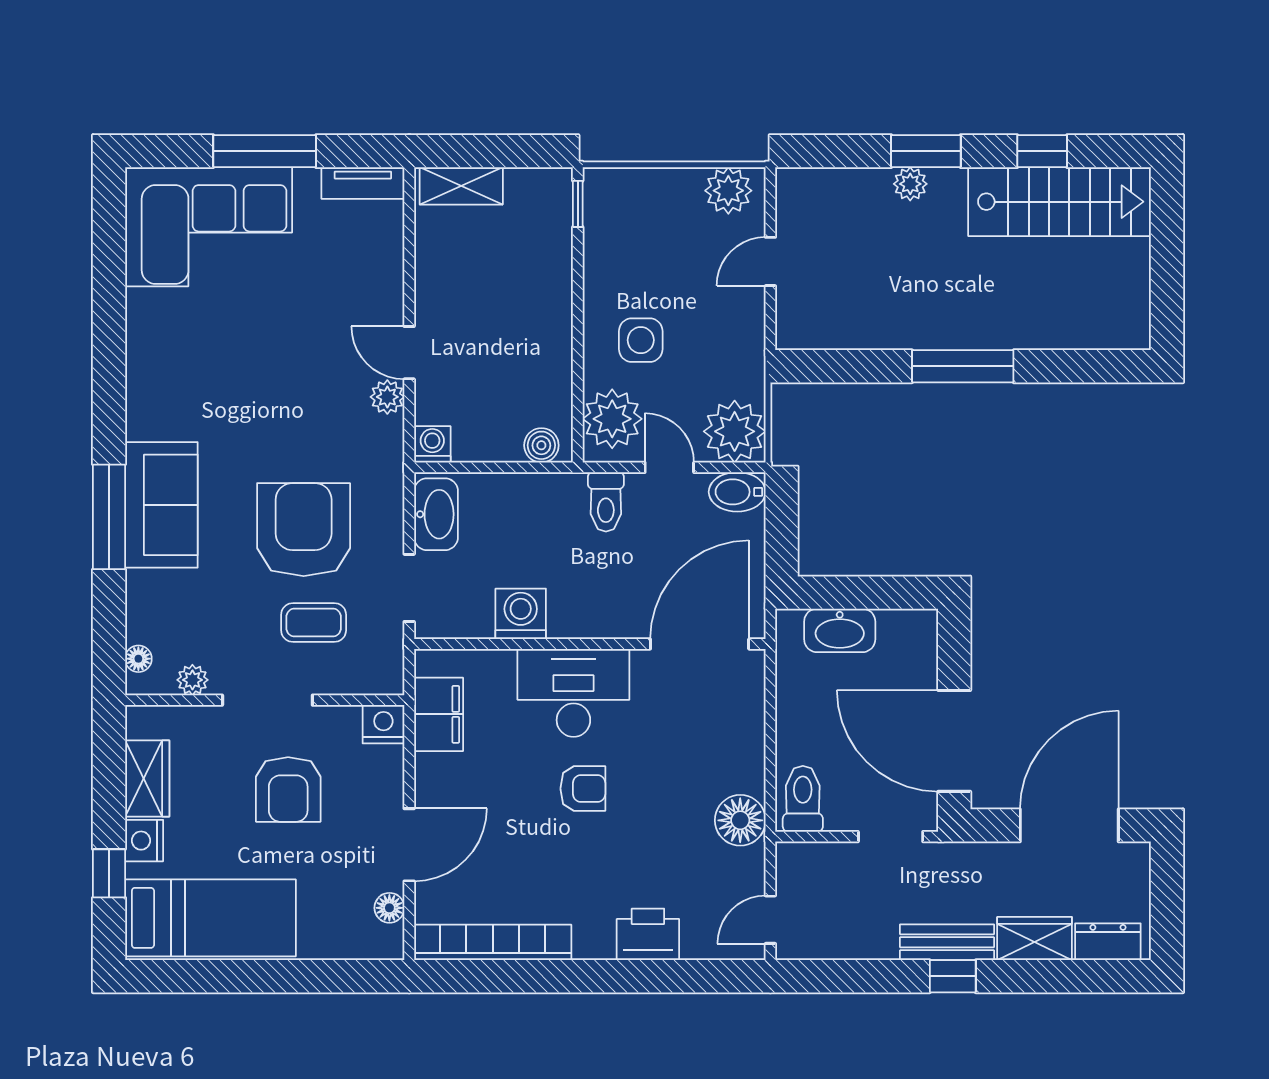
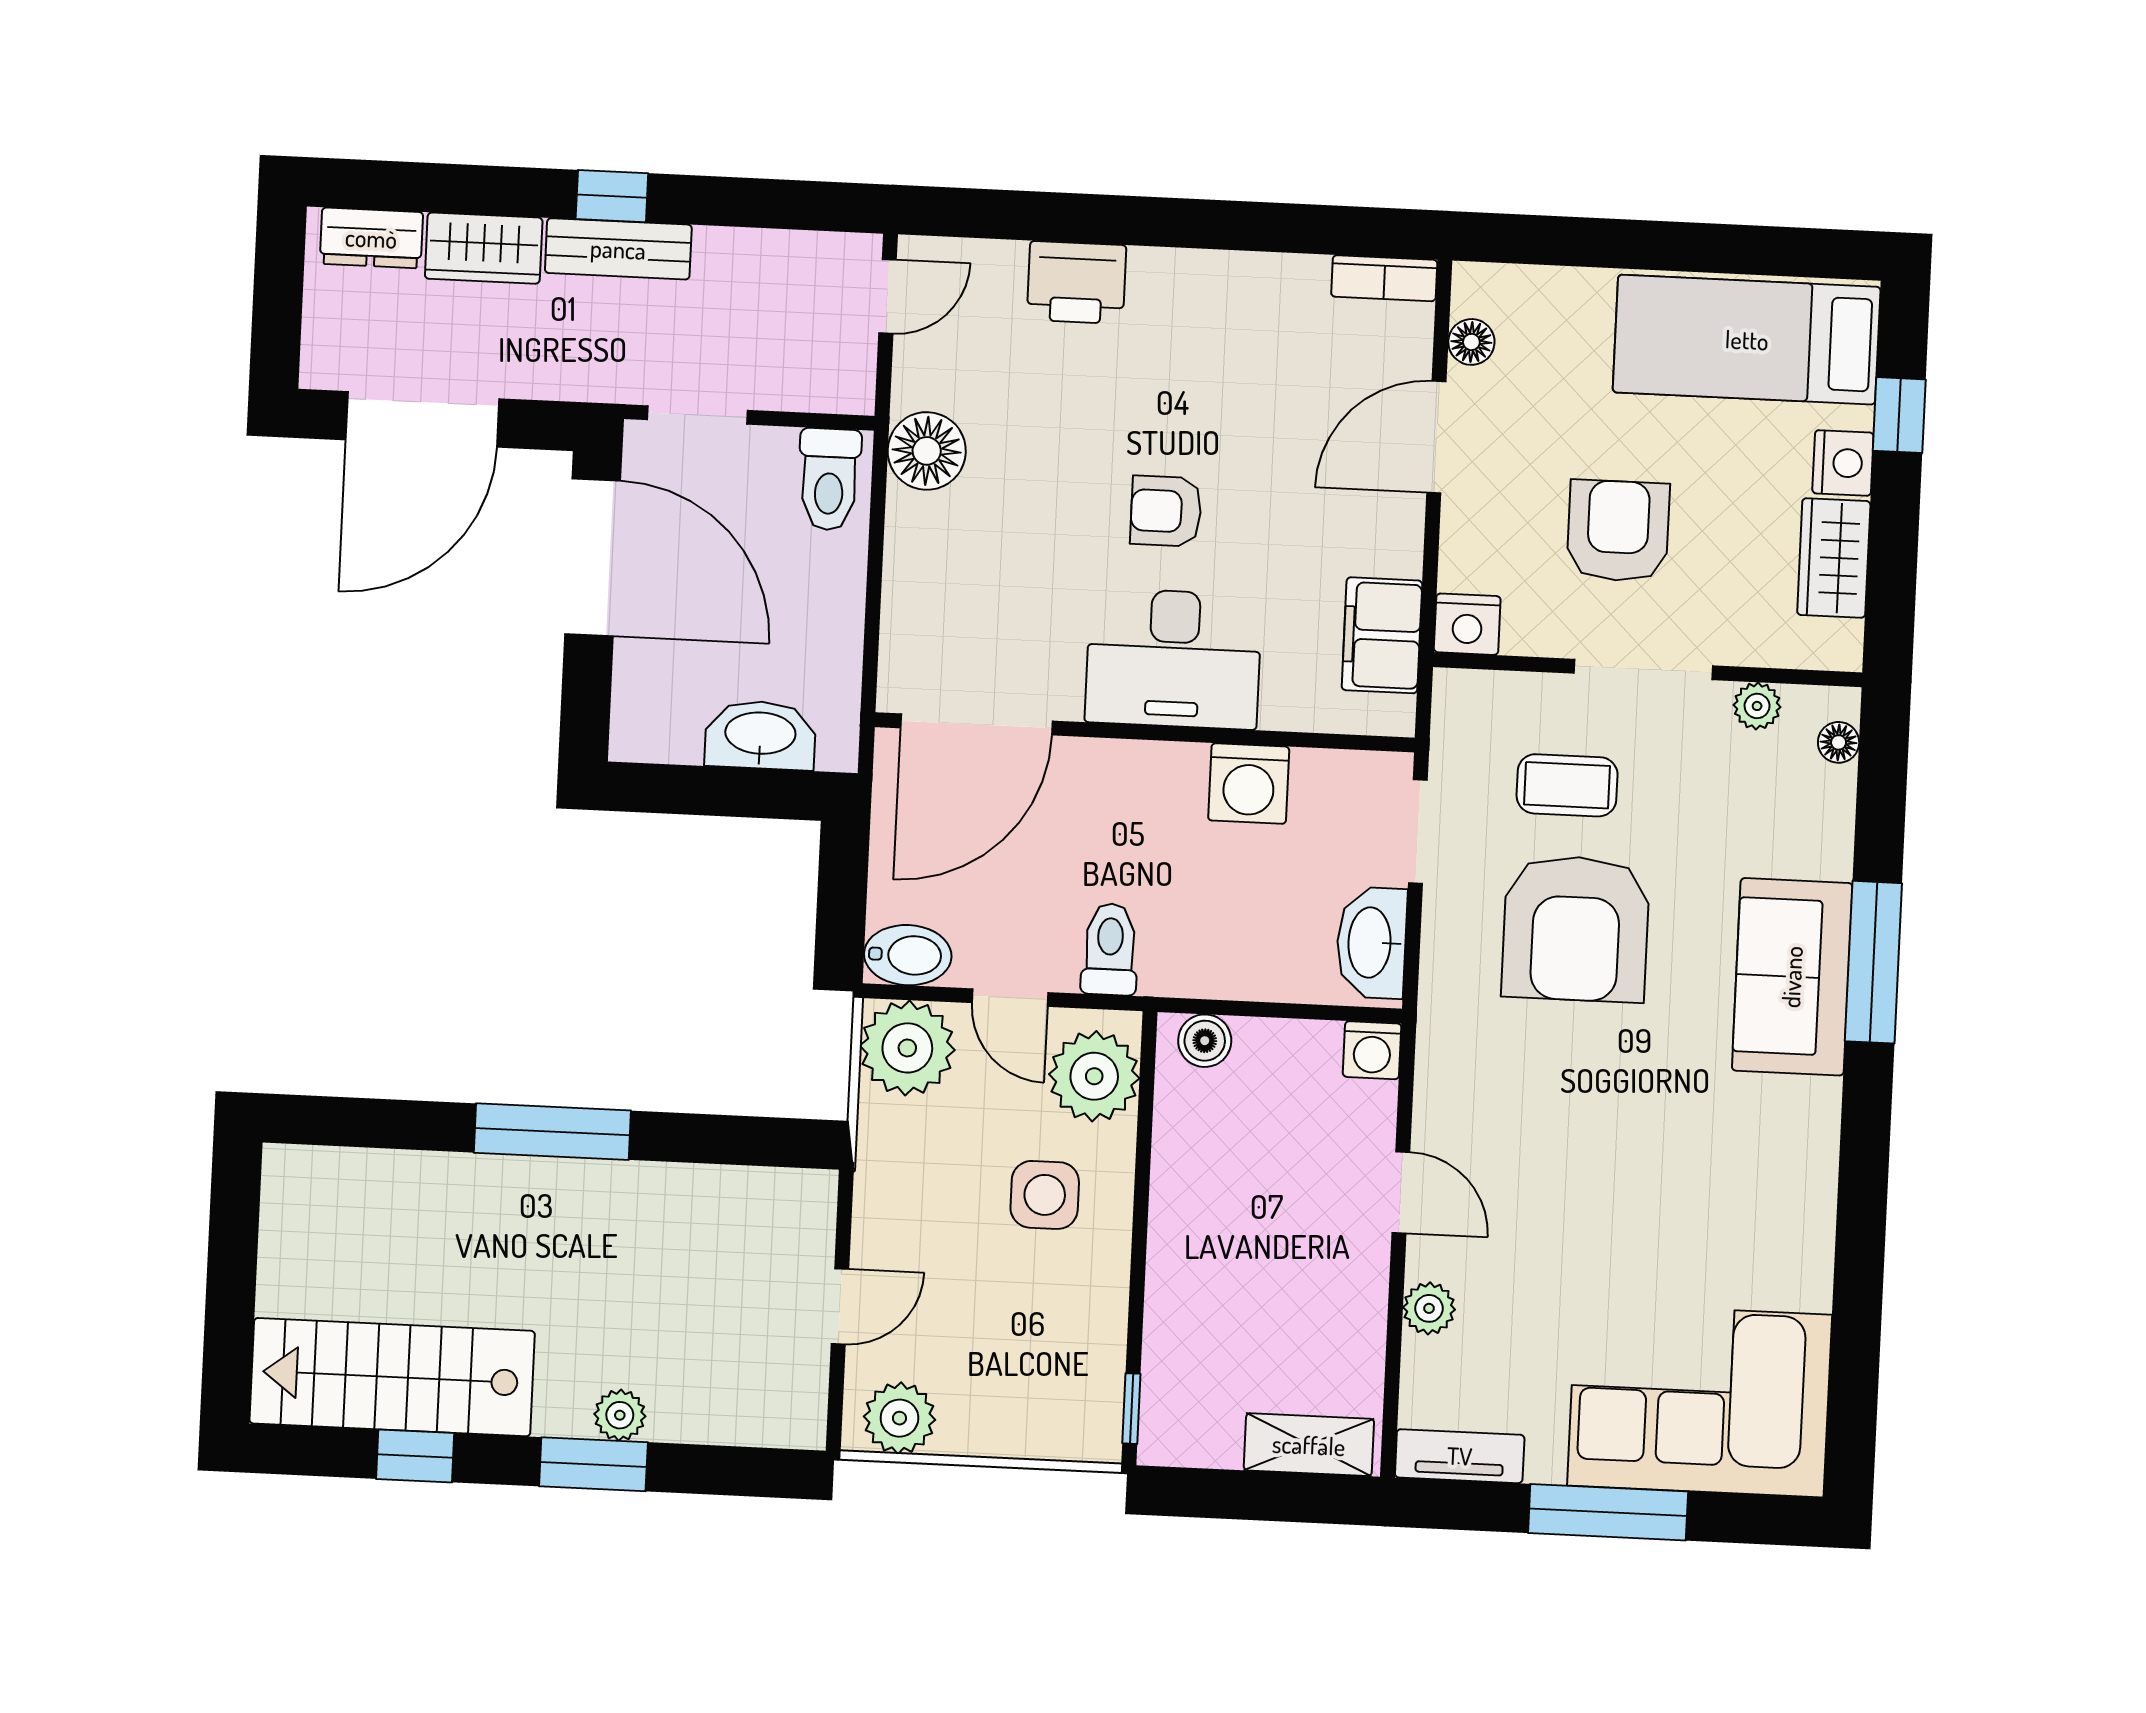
plant: (387, 397) -> (1429, 1308), moved
bookcase: (493, 942) -> (1384, 278), width x0.43, depth x0.76

